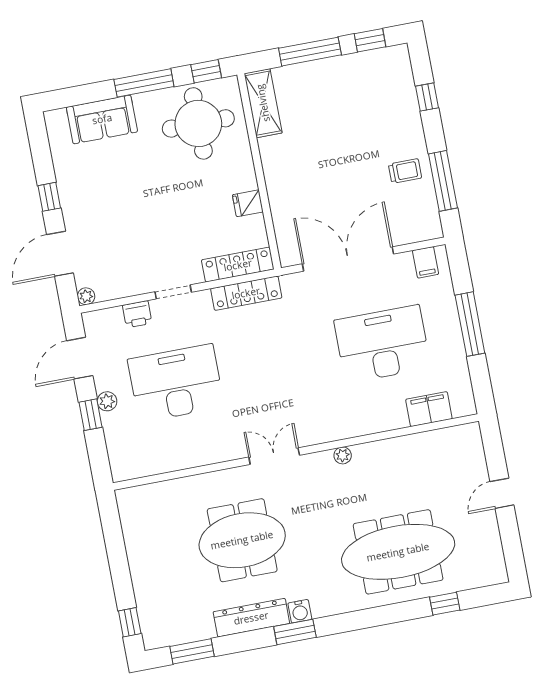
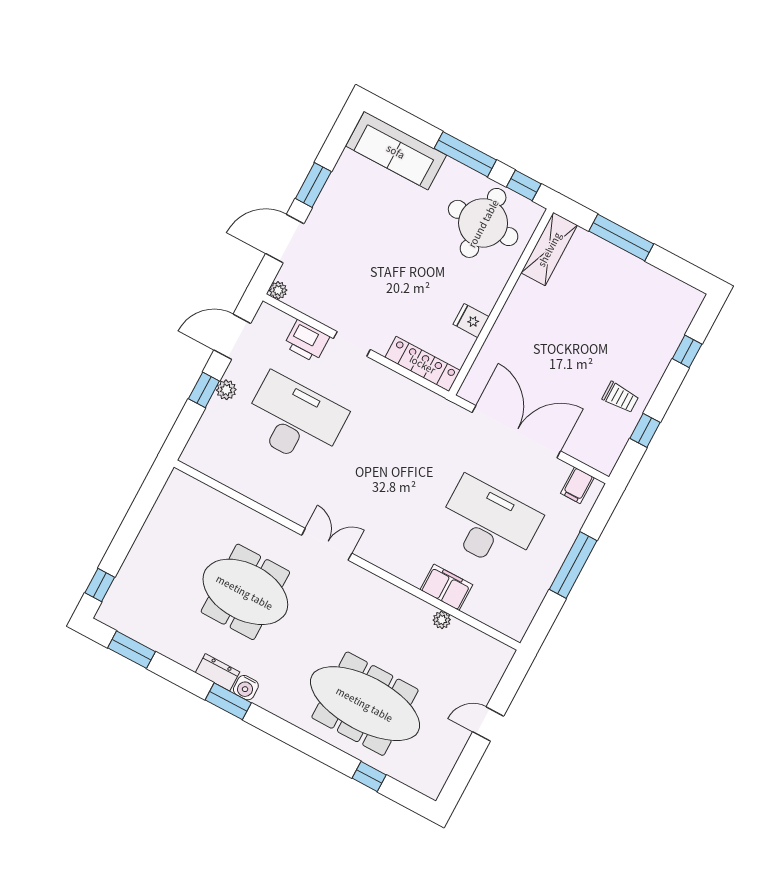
window: (370, 40) -> (678, 268), removed
sofa: (102, 119) -> (396, 151), width x1.36
window: (443, 181) -> (645, 430), width x0.46
window: (49, 197) -> (313, 185), width x1.50
locker: (246, 293) -> (411, 393), removed
printer: (137, 314) -> (307, 341), width x1.36, depth x1.24
filing cabinet: (429, 409) -> (446, 587), moved
plant: (343, 455) -> (442, 620), moved
dresser: (251, 618) -> (217, 672), width x0.51, depth x0.80

